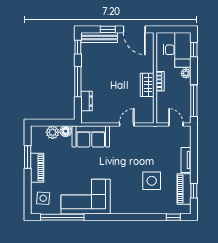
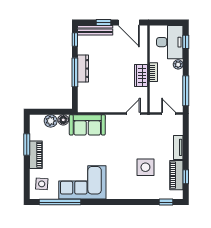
dresser: (86, 101) -> (83, 69), moved, width x1.44
door: (127, 125) -> (133, 113), moved

